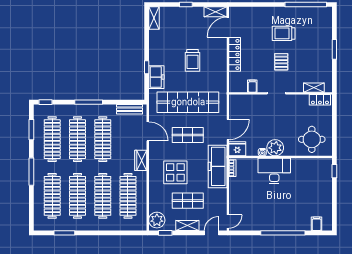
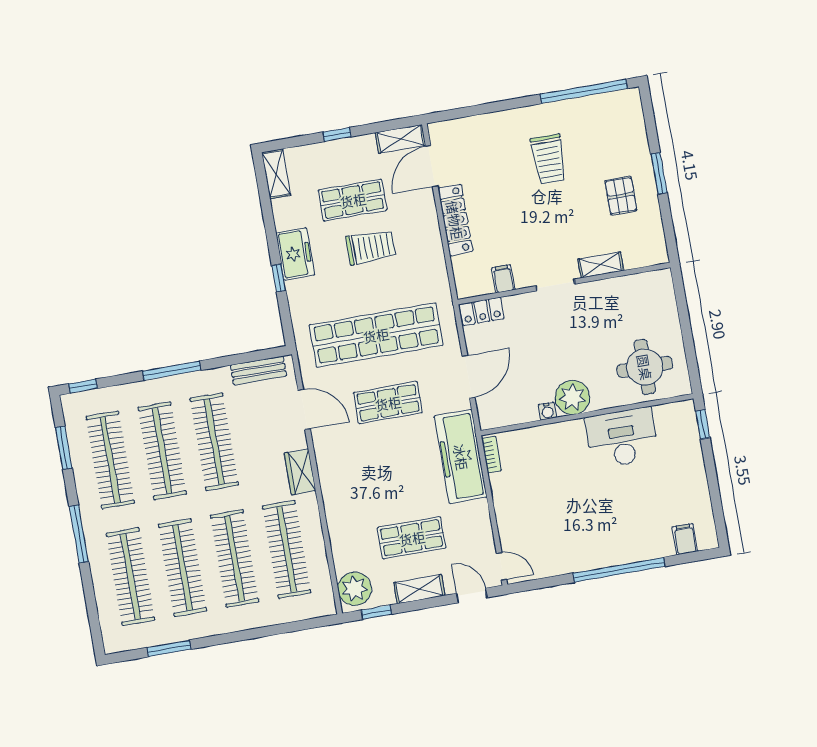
trolley: (284, 33) -> (549, 159), turned -90
shop shelf: (188, 37) -> (353, 200), added
trolley: (193, 60) -> (371, 247), turned -90
pallet: (281, 62) -> (621, 196), moved
freezer: (156, 77) -> (295, 254), moved
shelving: (314, 88) -> (601, 265), moved
locker: (320, 100) -> (482, 312), moved
fridge: (237, 149) -> (495, 413), removed
desk: (274, 171) -> (622, 438), moved
display table: (175, 172) -> (376, 484), removed
door: (228, 222) -> (502, 566), hinge flipped
door: (212, 233) -> (472, 595), hinge flipped

